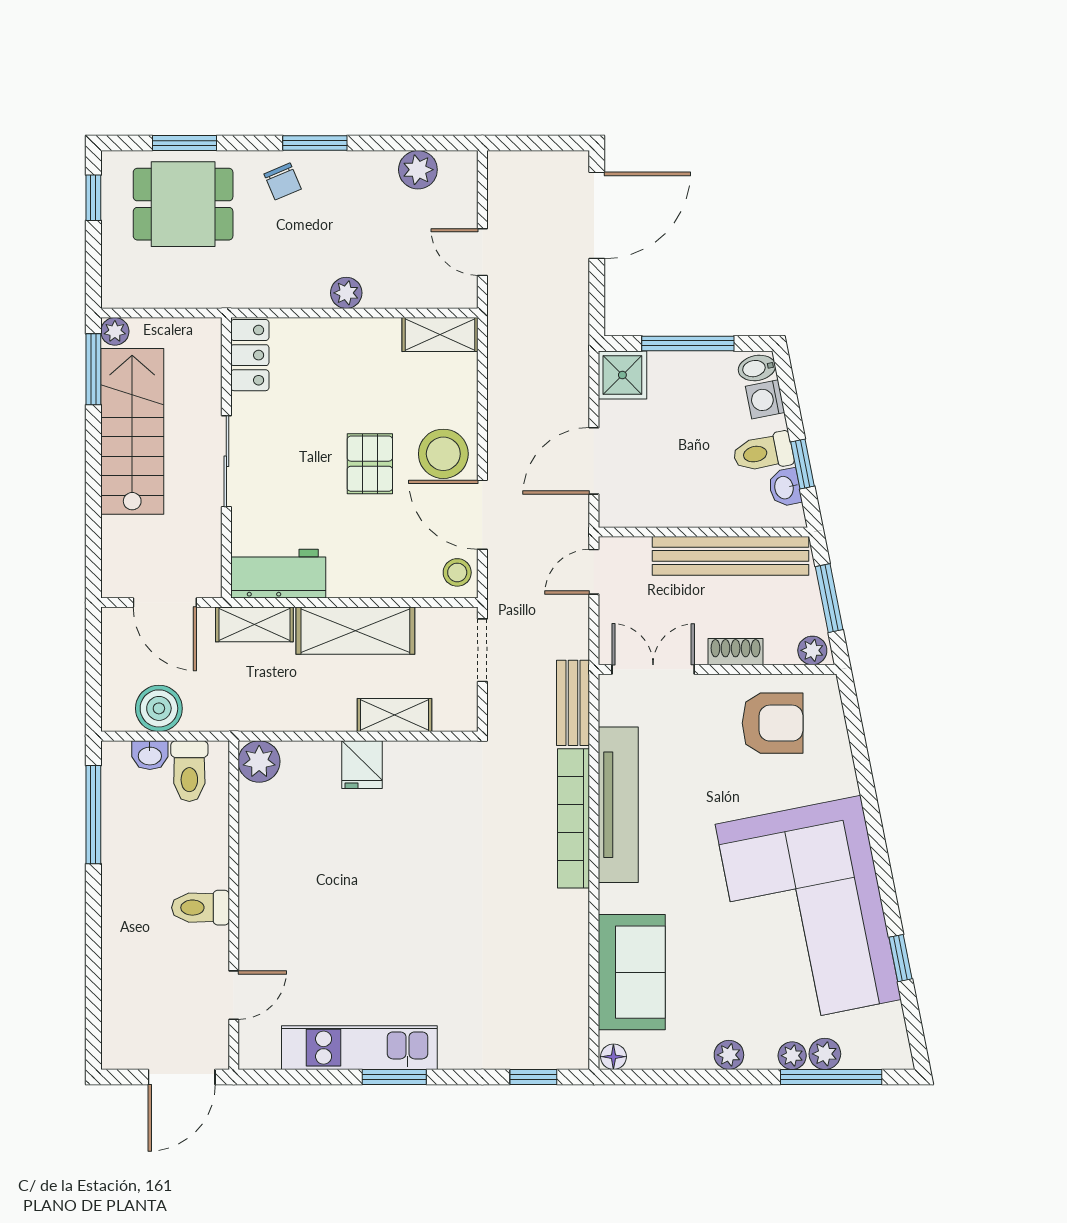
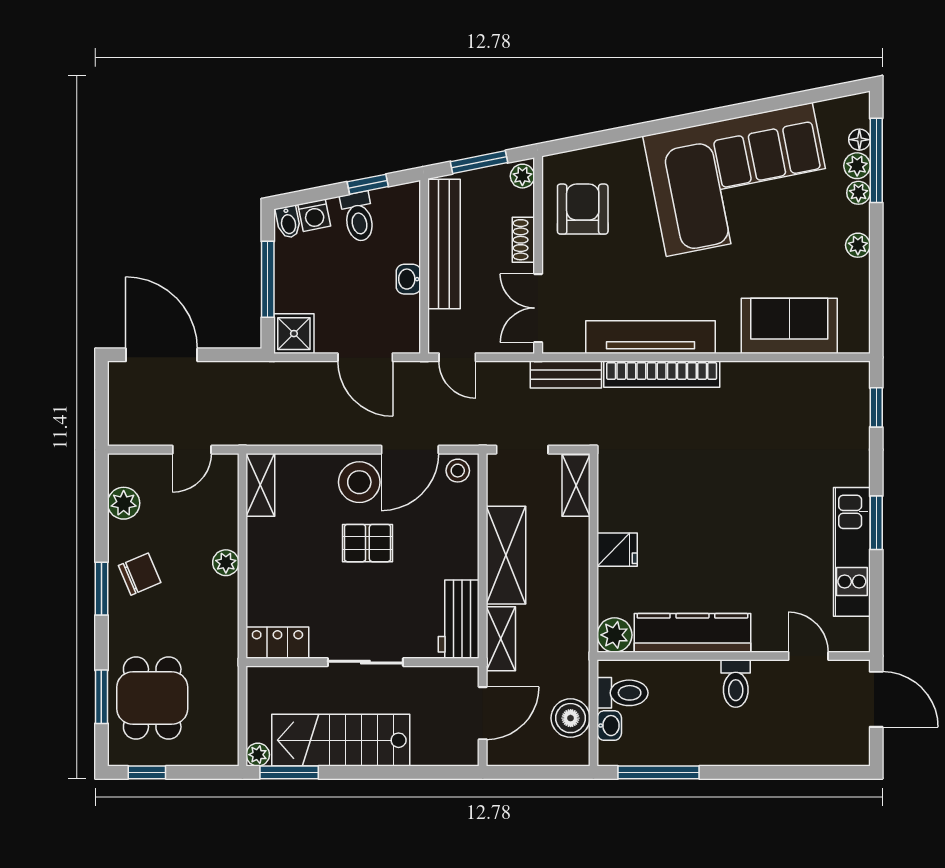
chair: (283, 181) -> (140, 574), moved, width x1.37, depth x1.37
washbasin: (785, 487) -> (408, 279), moved, turned 101
shelving: (394, 715) -> (576, 485), moved
kitchen counter: (262, 855) -> (692, 633), added
window: (901, 958) -> (778, 103), removed
floor lamp: (613, 1057) -> (859, 140), moved

